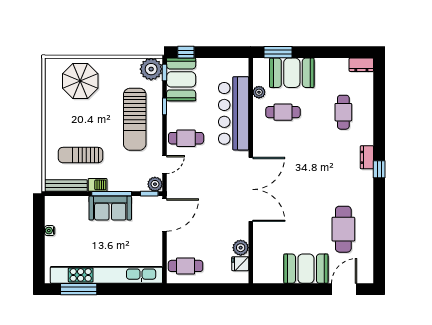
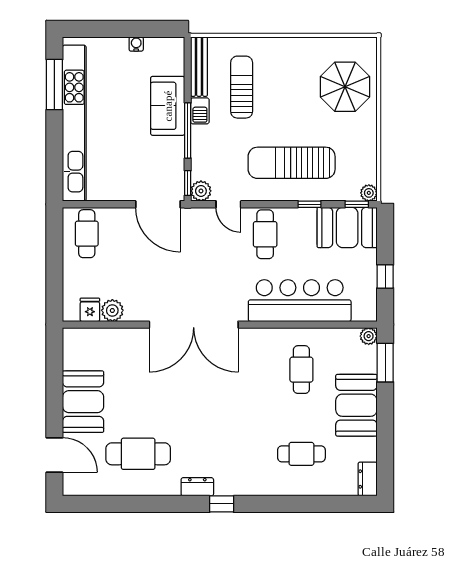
window: (186, 52) -> (385, 276), moved
plant: (151, 69) -> (369, 193), width x0.53, depth x0.53
booth: (292, 73) -> (356, 405), moved
plant: (259, 92) -> (369, 336), moved
dresser: (367, 157) -> (197, 487), moved
sofa: (110, 208) -> (168, 106), moved

